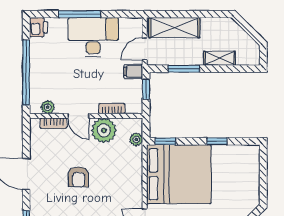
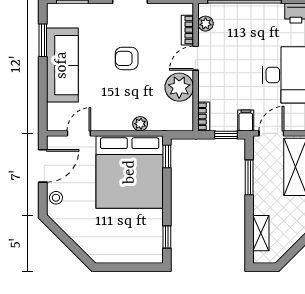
door: (145, 49) -> (271, 133), hinge flipped
shelving: (219, 58) -> (261, 233), moved
bookcase: (112, 109) -> (204, 116), moved
plant: (136, 139) -> (140, 124), moved
window: (217, 141) -> (167, 237), moved

